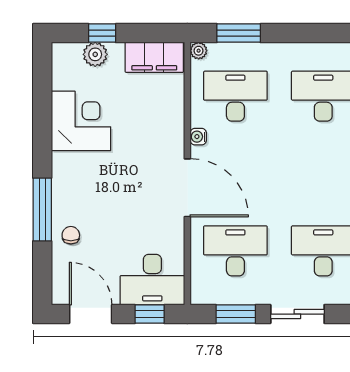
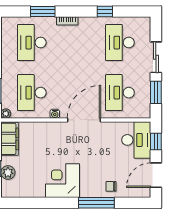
corner desk: (81, 121) -> (62, 181), moved

